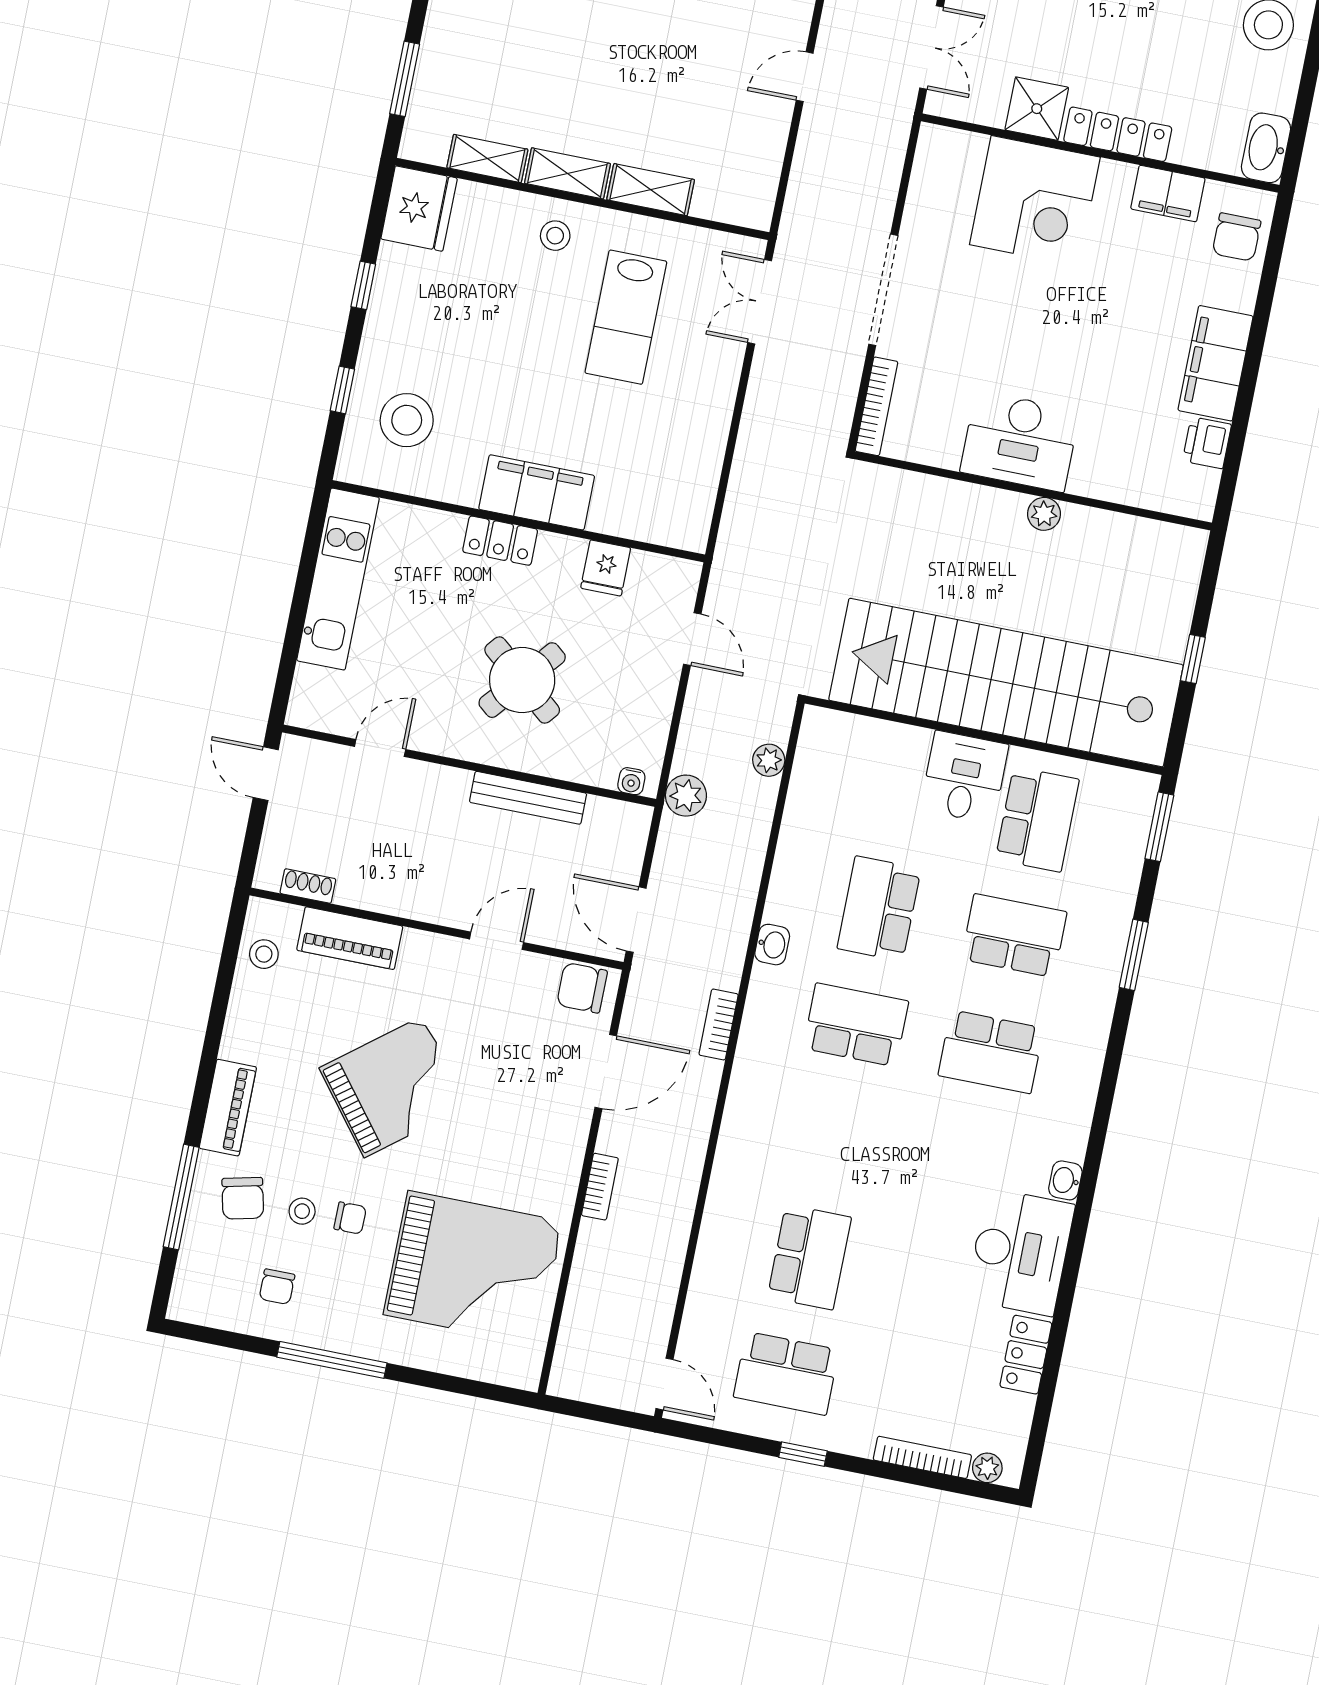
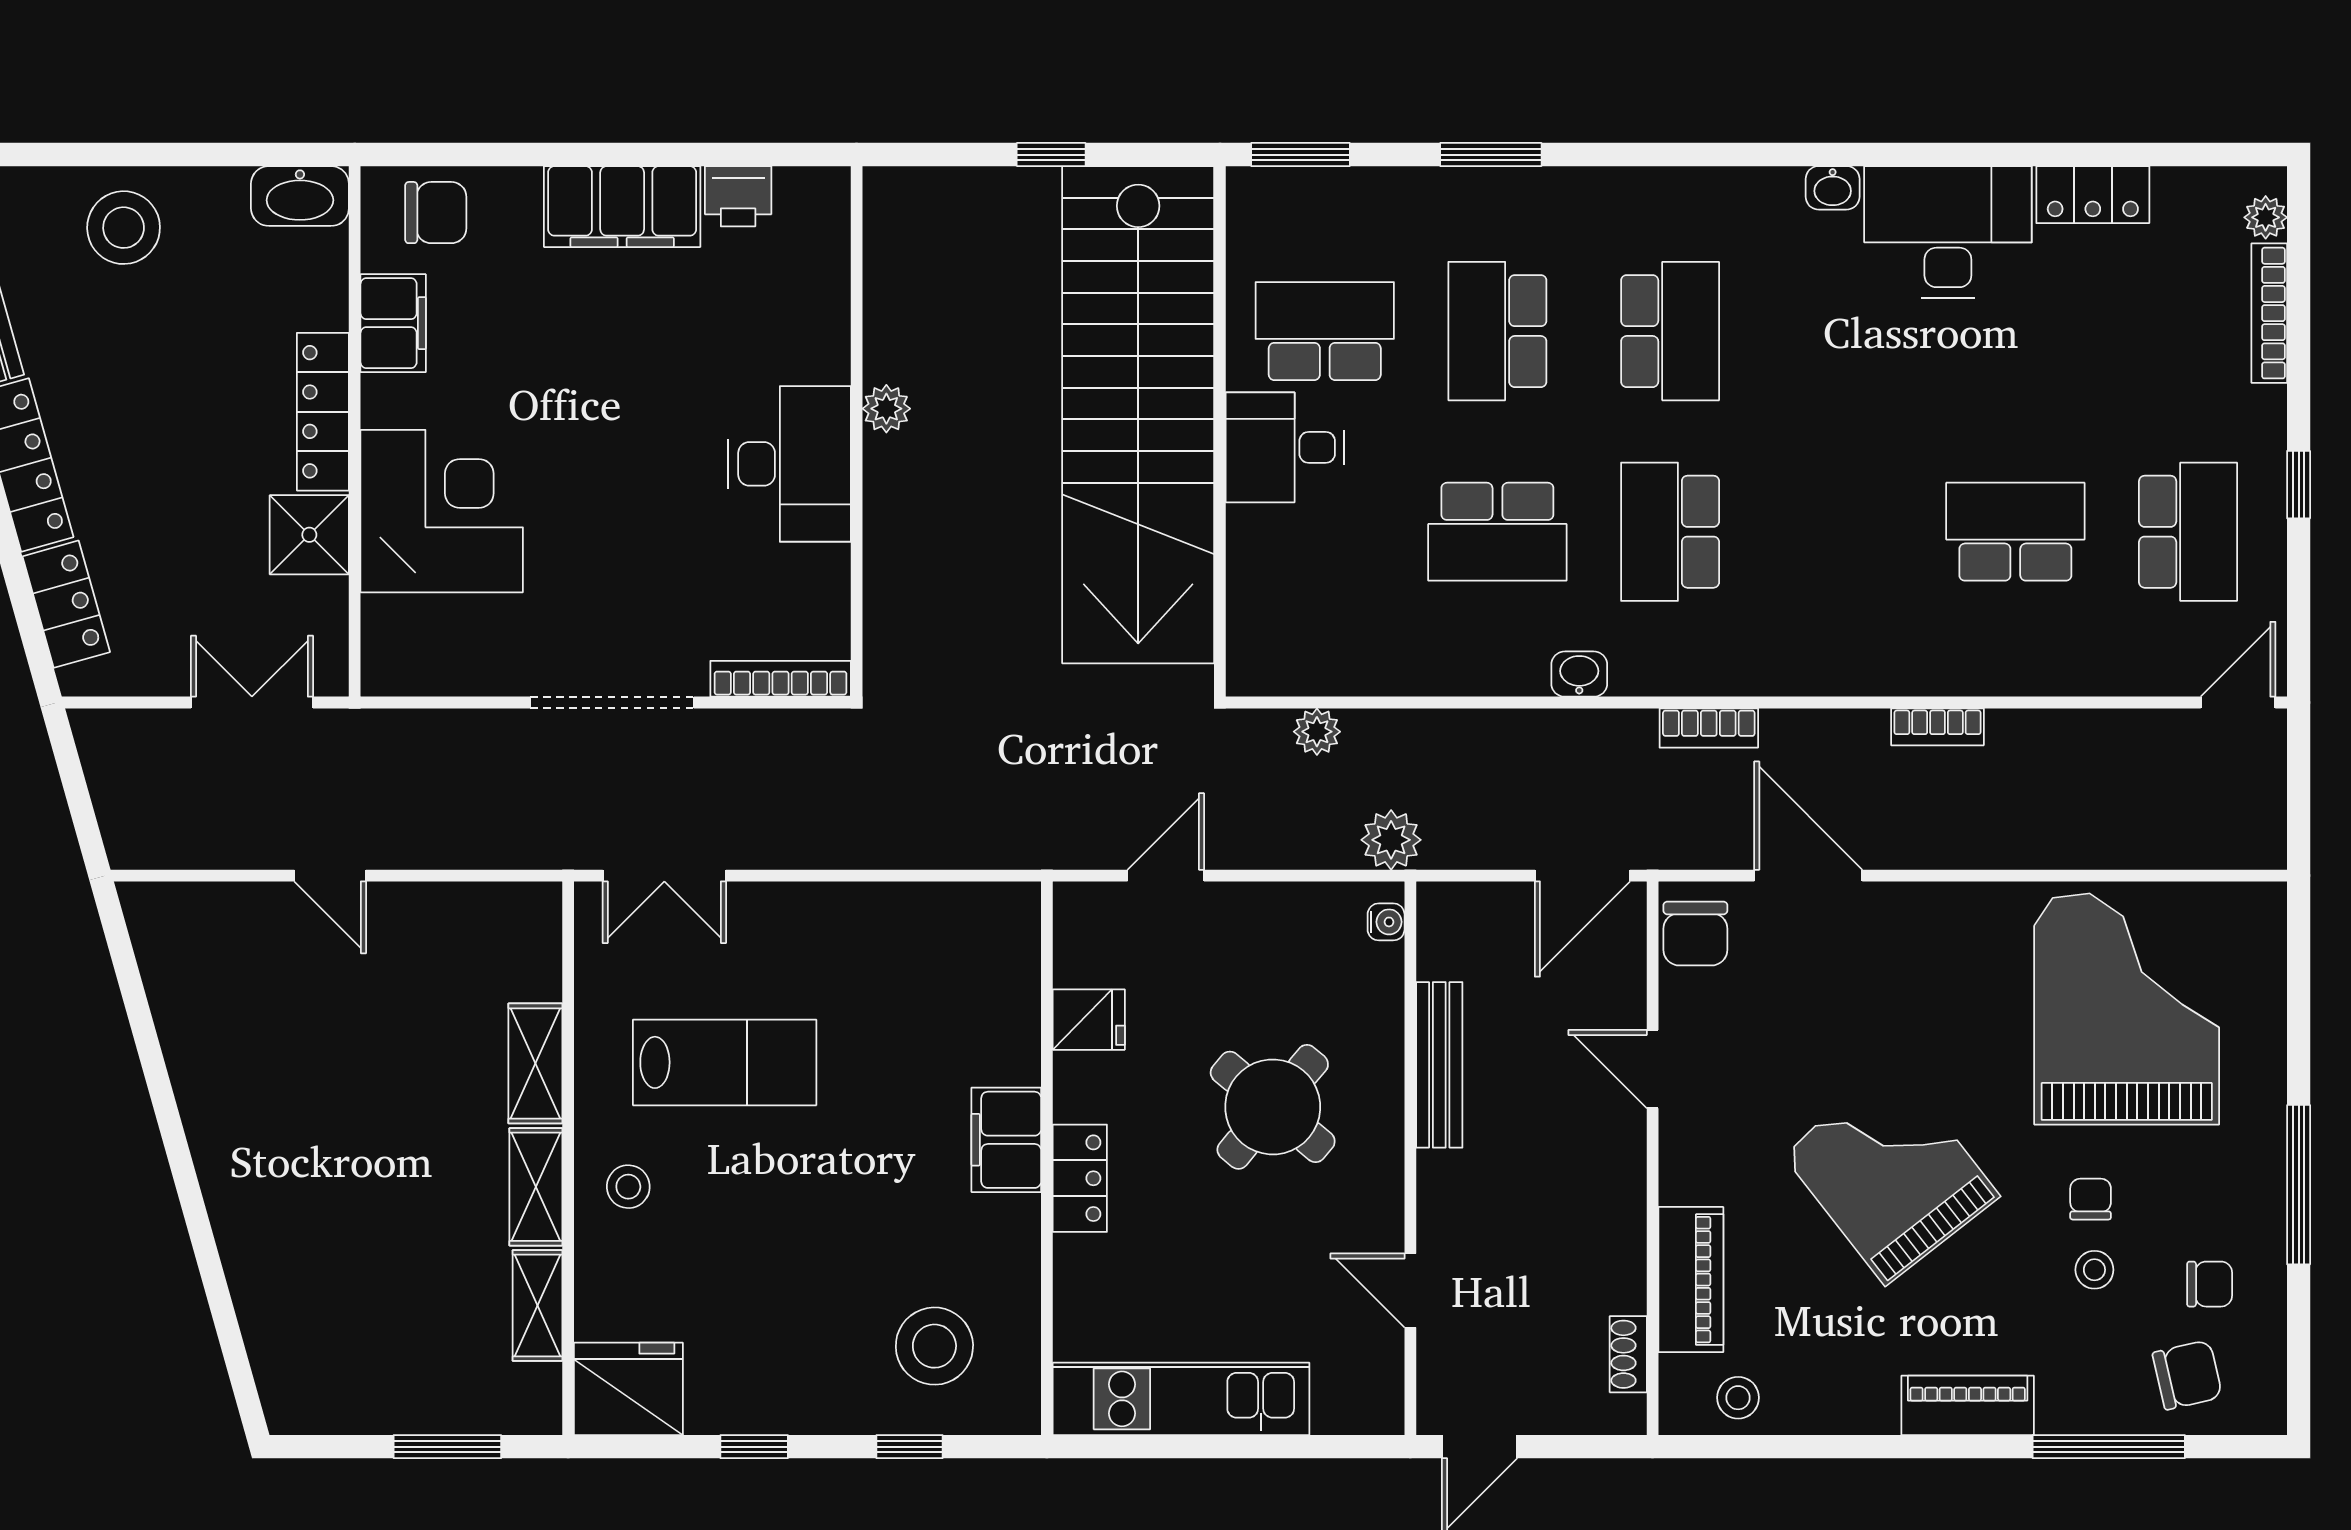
filing cabinet: (537, 492) -> (1006, 1140), width x0.67, depth x0.86
bookcase: (600, 1187) -> (1937, 727), moved, turned 180
chair: (243, 1198) -> (2187, 1375), moved

